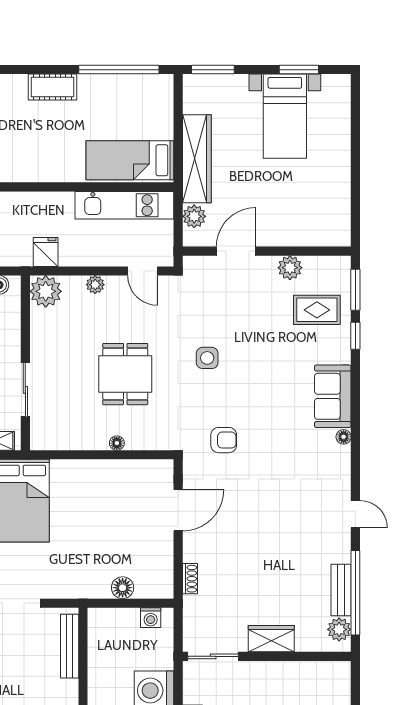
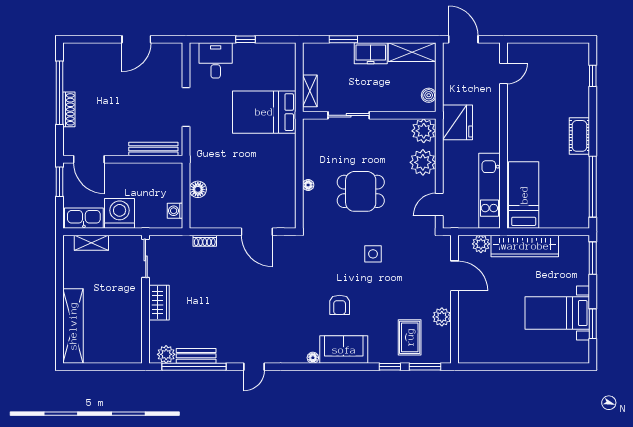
fridge: (46, 252) -> (457, 122), width x1.88, depth x1.34
plant: (95, 285) -> (423, 162), width x1.88, depth x1.88
armchair: (224, 440) -> (340, 305), moved

